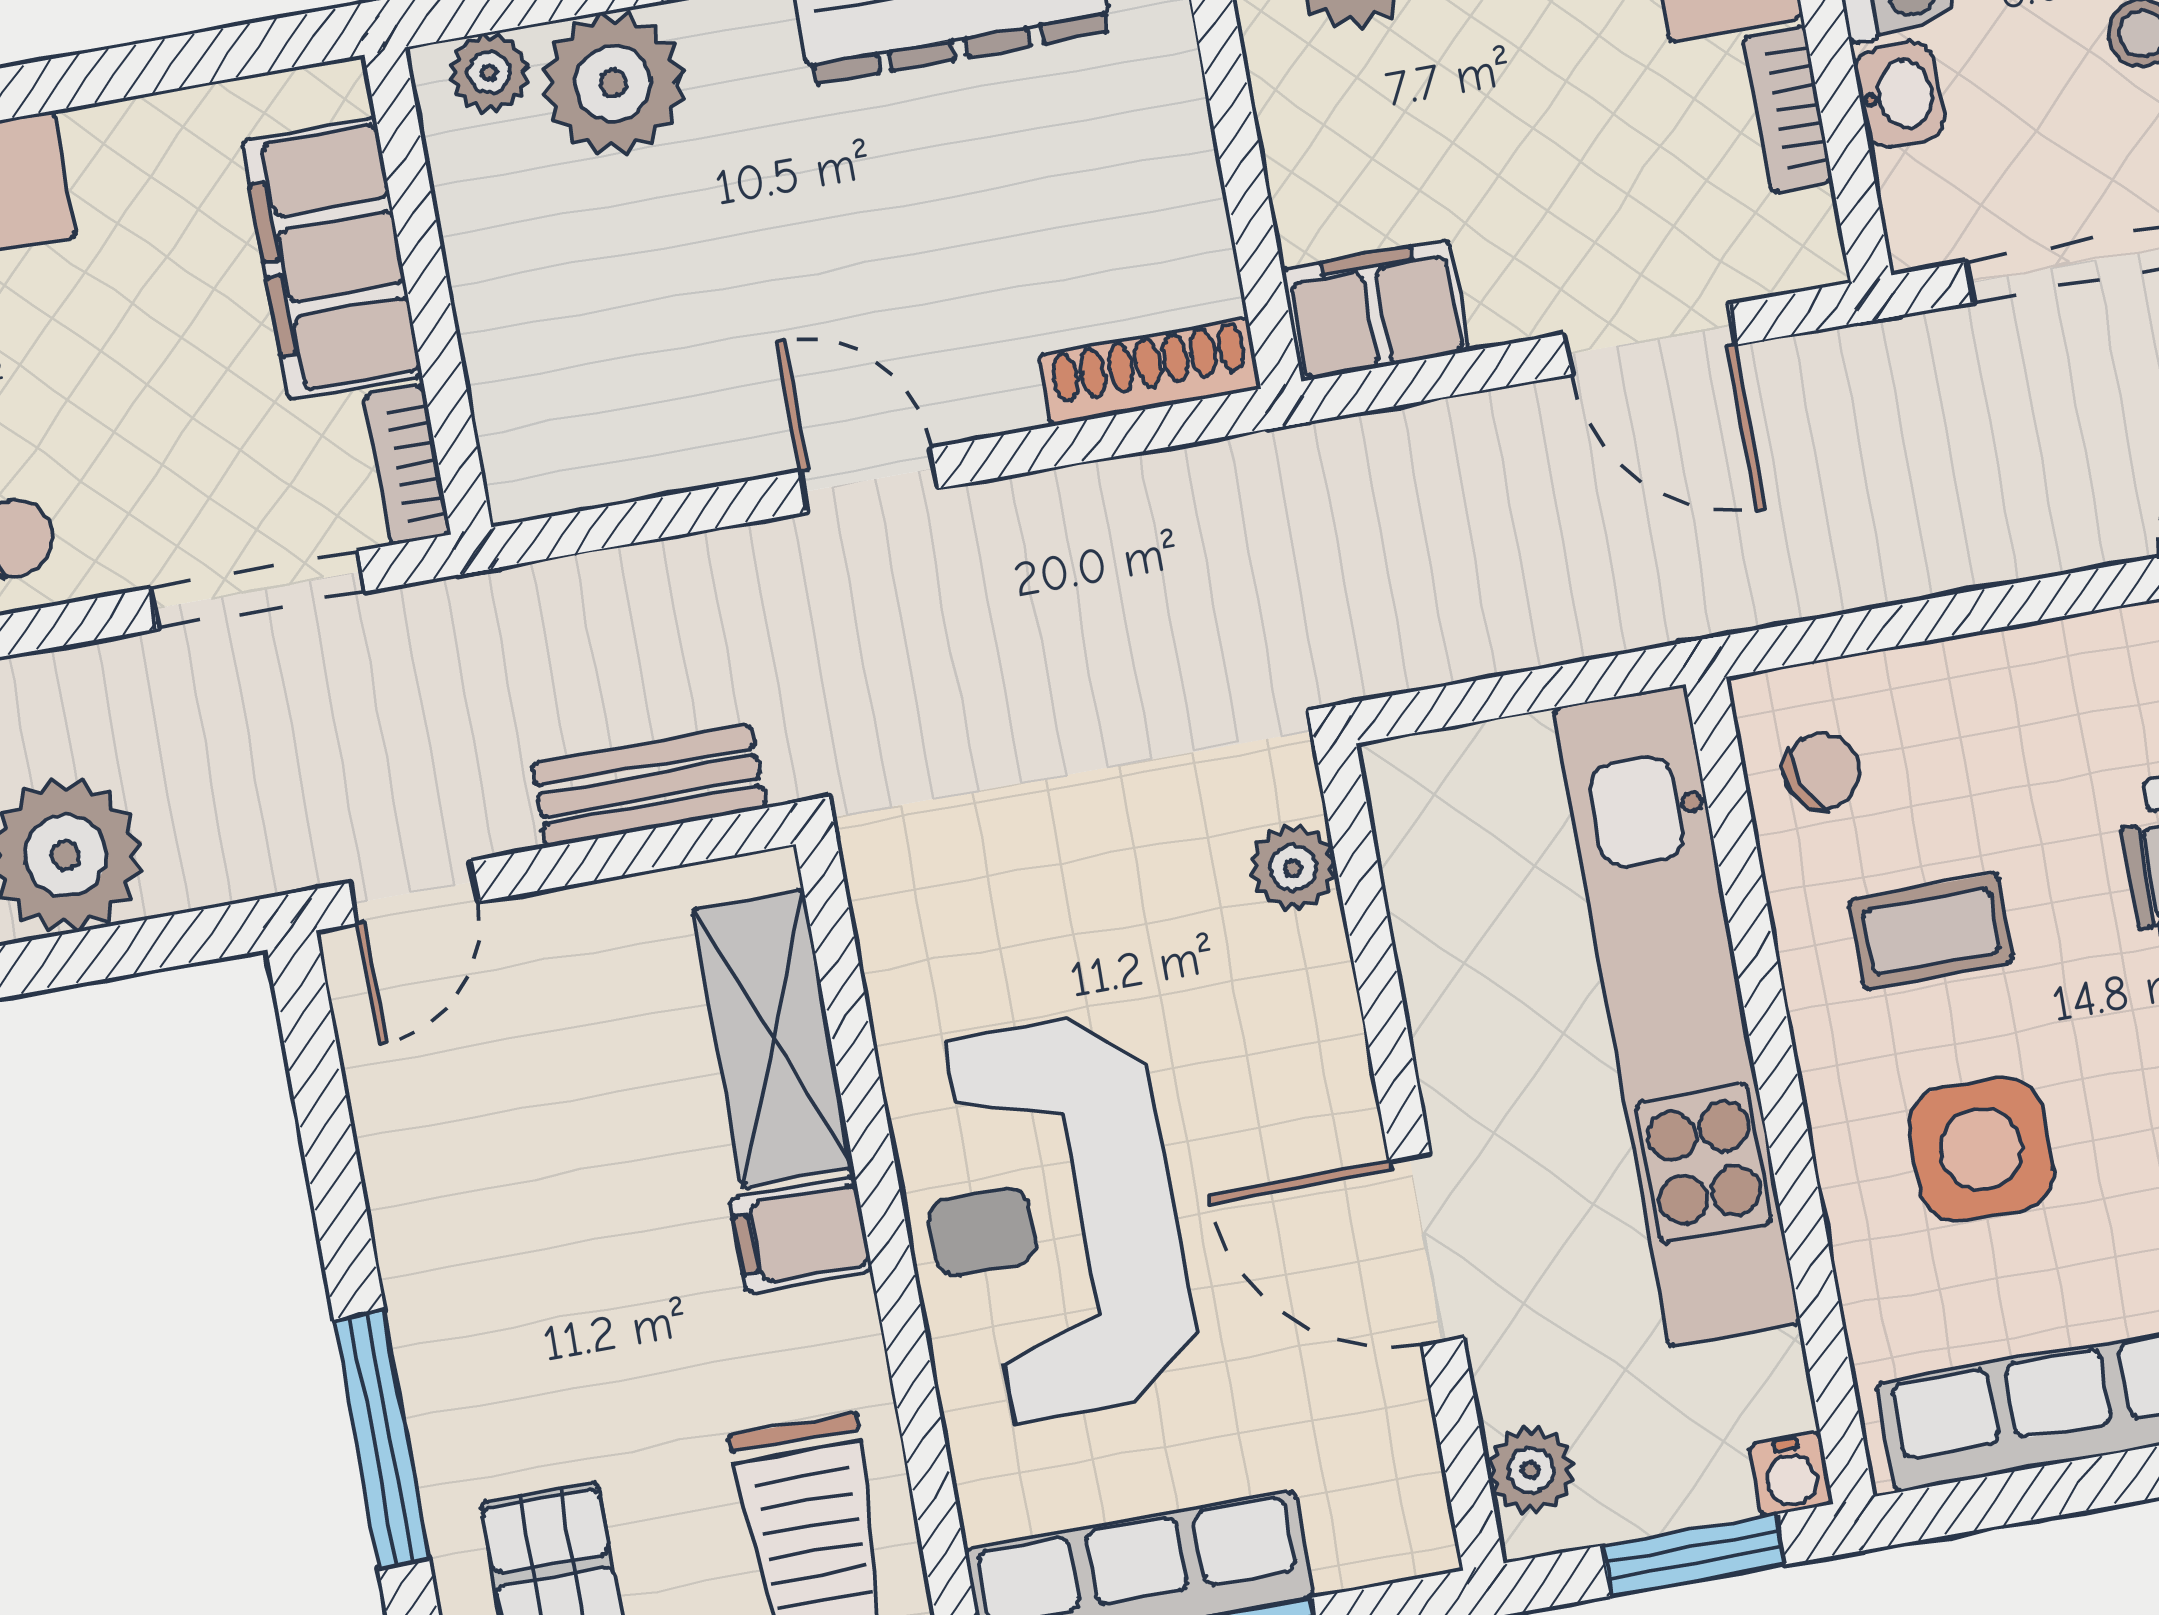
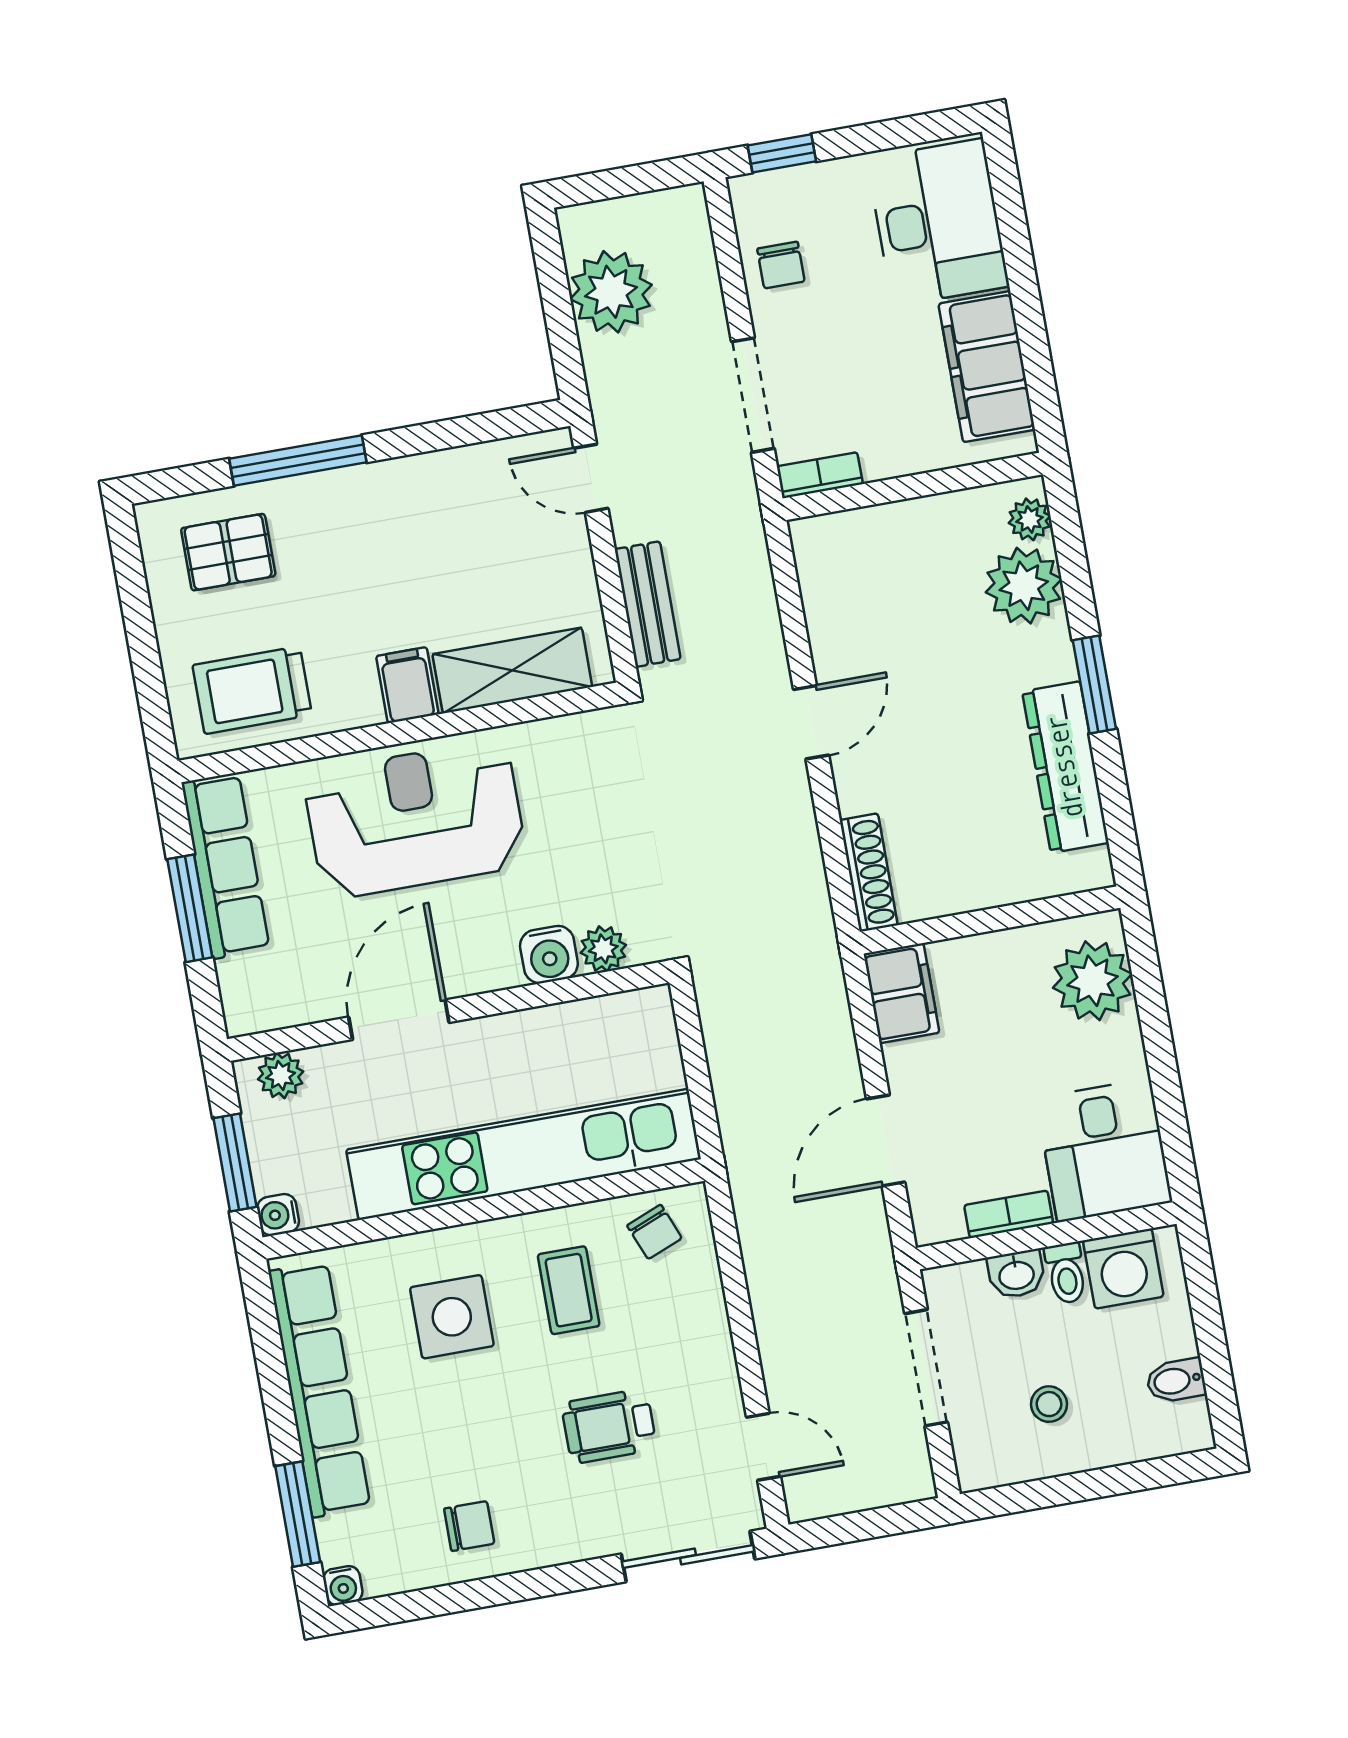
filing cabinet: (332, 258) -> (987, 367), moved, turned -90
water cooler: (1304, 969) -> (549, 955), added

